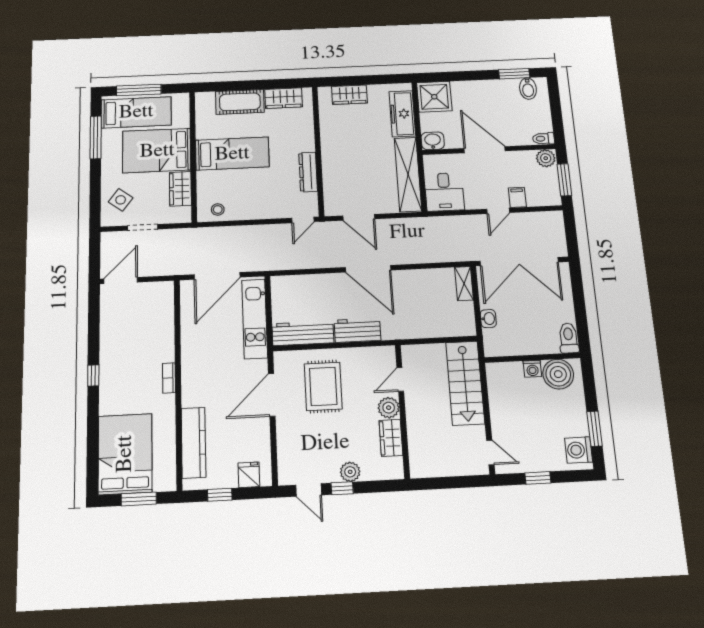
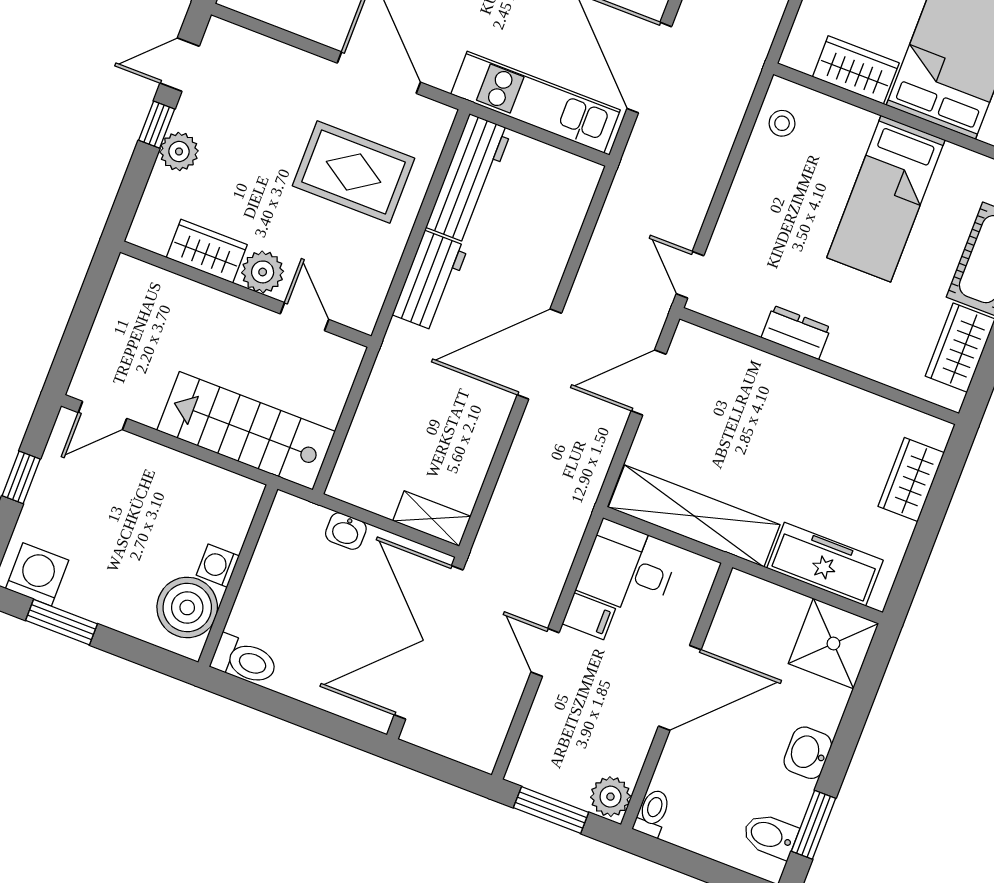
washbasin: (433, 141) -> (808, 753), moved, turned 180
dresser: (308, 172) -> (796, 332), width x0.70
filing cabinet: (517, 197) -> (589, 616), moved

